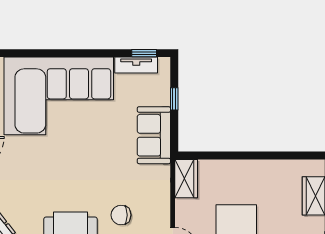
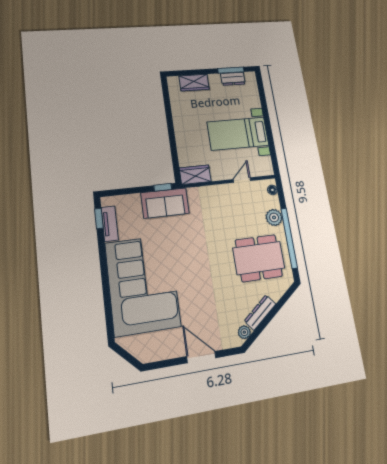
window: (174, 99) -> (163, 187), moved
chair: (121, 215) -> (231, 221), removed

